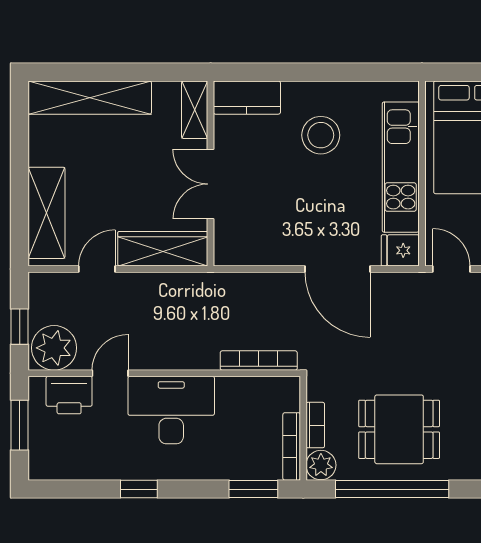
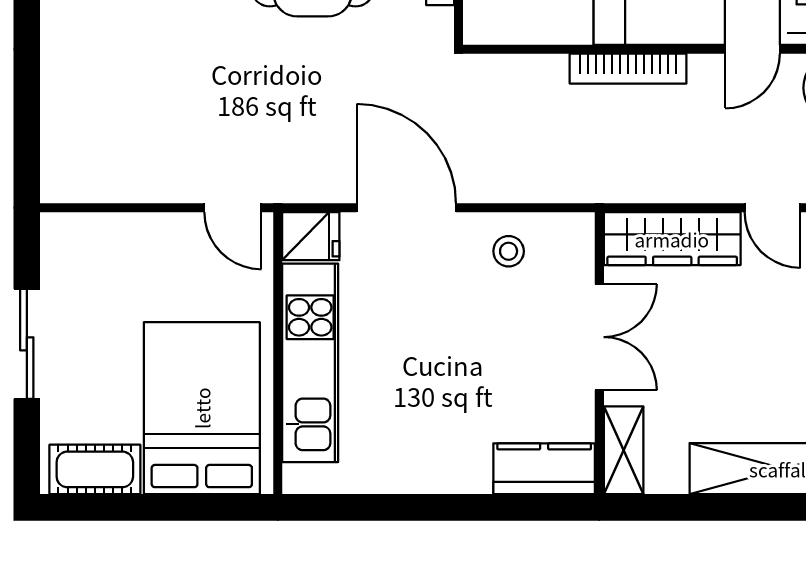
stool: (321, 135) -> (509, 251), moved, width x0.53, depth x0.53
door: (97, 269) -> (772, 208), hinge flipped
bookcase: (259, 361) -> (628, 69), moved

